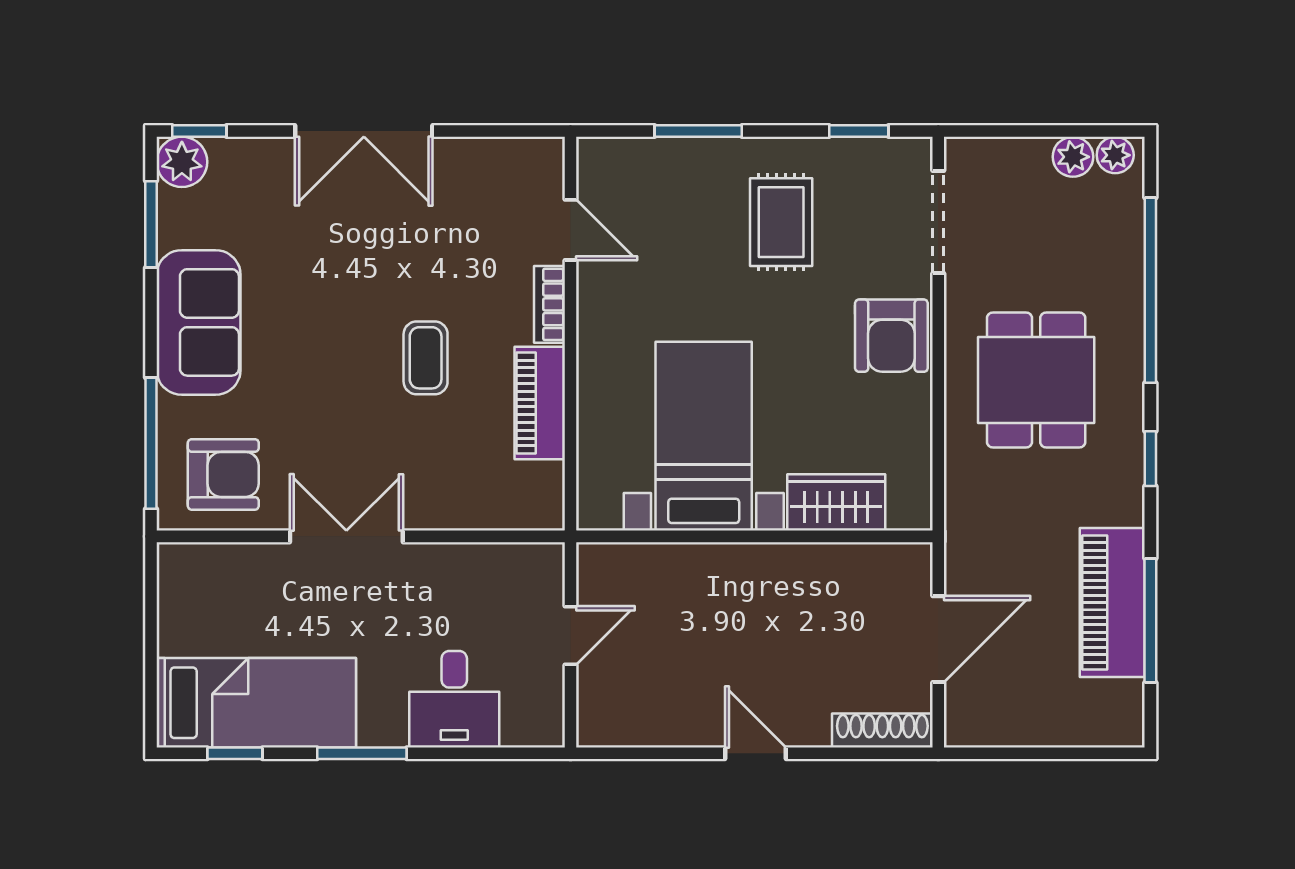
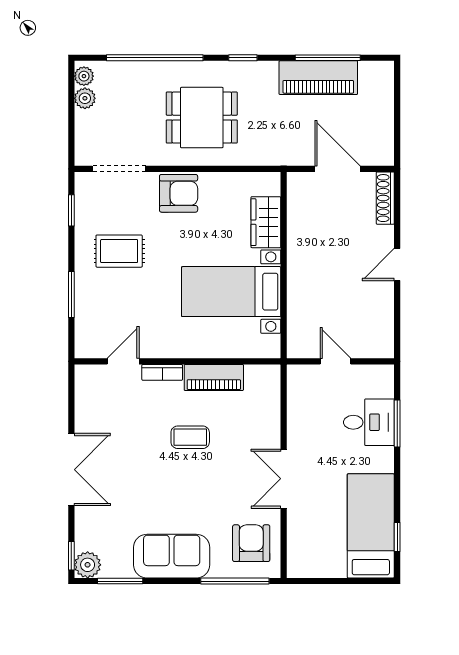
window: (362, 753) -> (397, 424), moved

